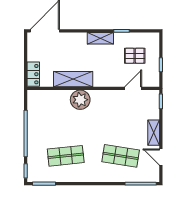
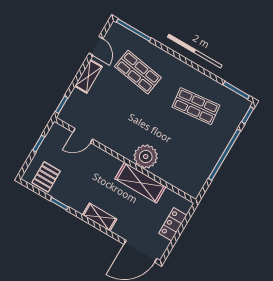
shelving: (100, 38) -> (100, 217), moved
pallet: (135, 56) -> (46, 177), moved, turned 90
locker: (33, 74) -> (173, 224), moved

